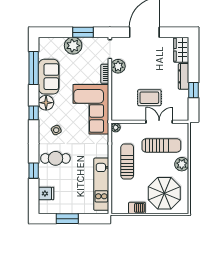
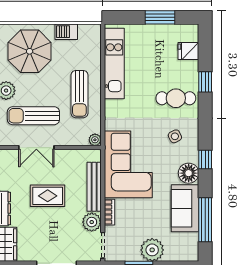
bench: (116, 93) -> (94, 187), added
rug: (149, 98) -> (48, 196), moved

